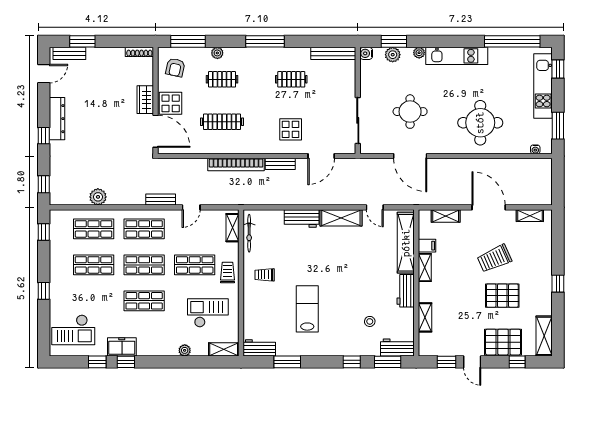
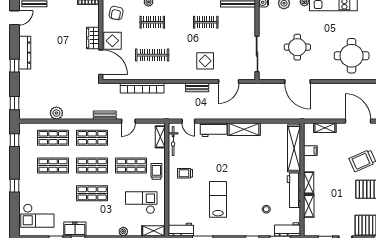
bookcase: (236, 165) -> (142, 88), moved
door: (375, 207) -> (188, 121), moved
shelving: (425, 268) -> (309, 183), moved
workbench: (406, 291) -> (294, 190), width x1.38

